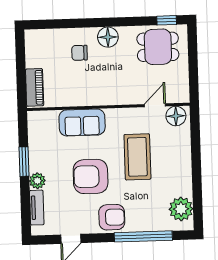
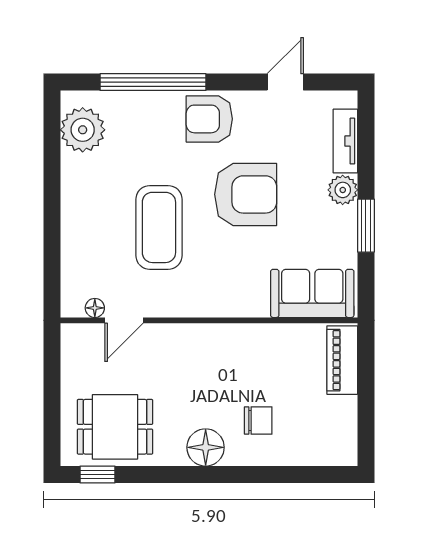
floor lamp: (176, 116) -> (95, 308), width x0.53, depth x0.53
sofa: (82, 122) -> (312, 293), moved

